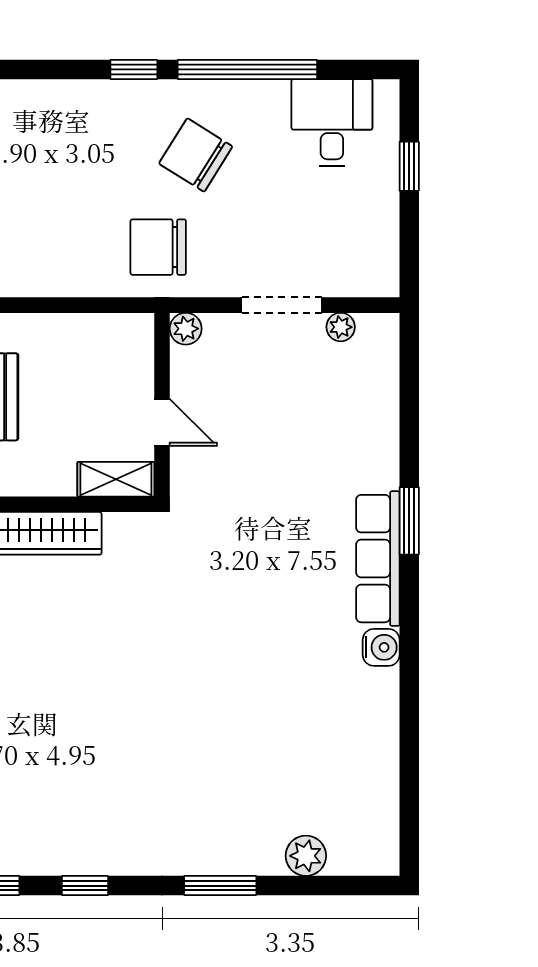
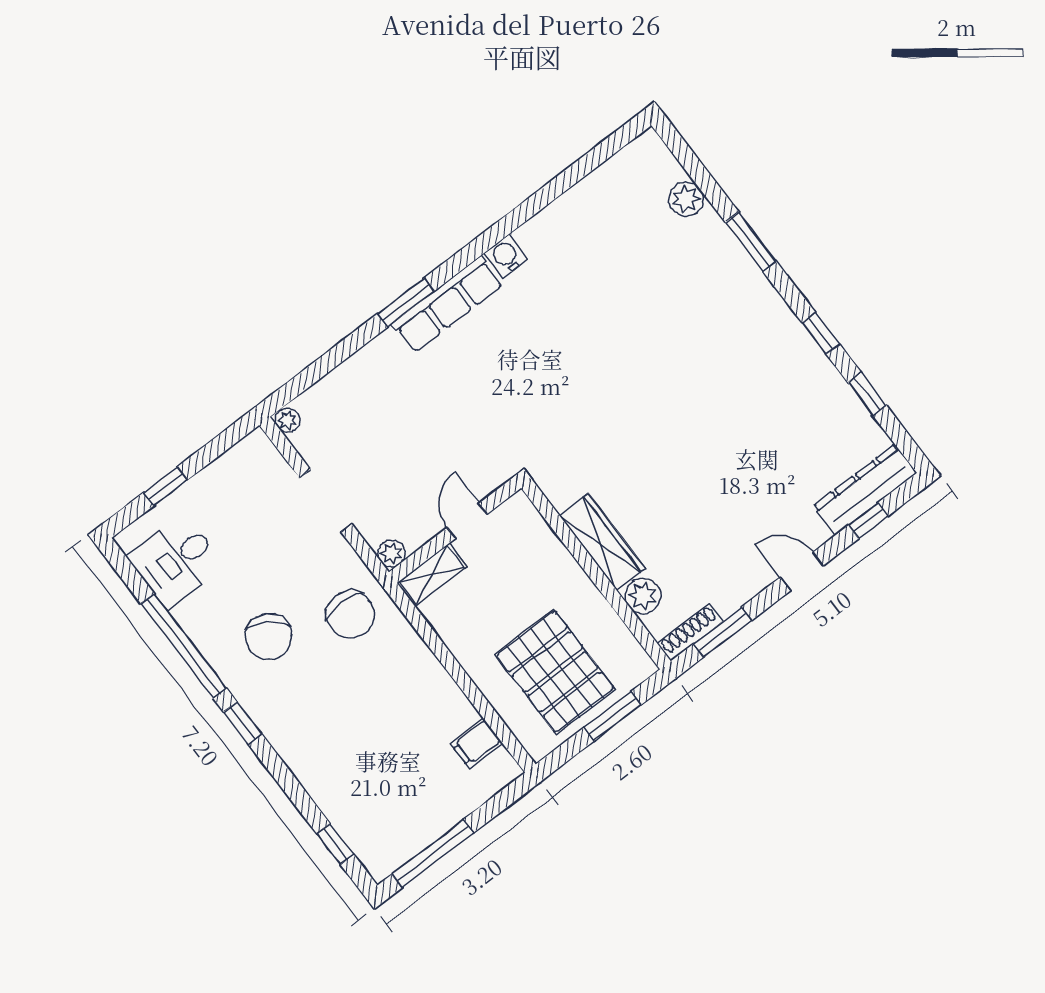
plant: (341, 327) -> (288, 420), moved
shelving: (116, 479) -> (432, 575), moved, turned 90

